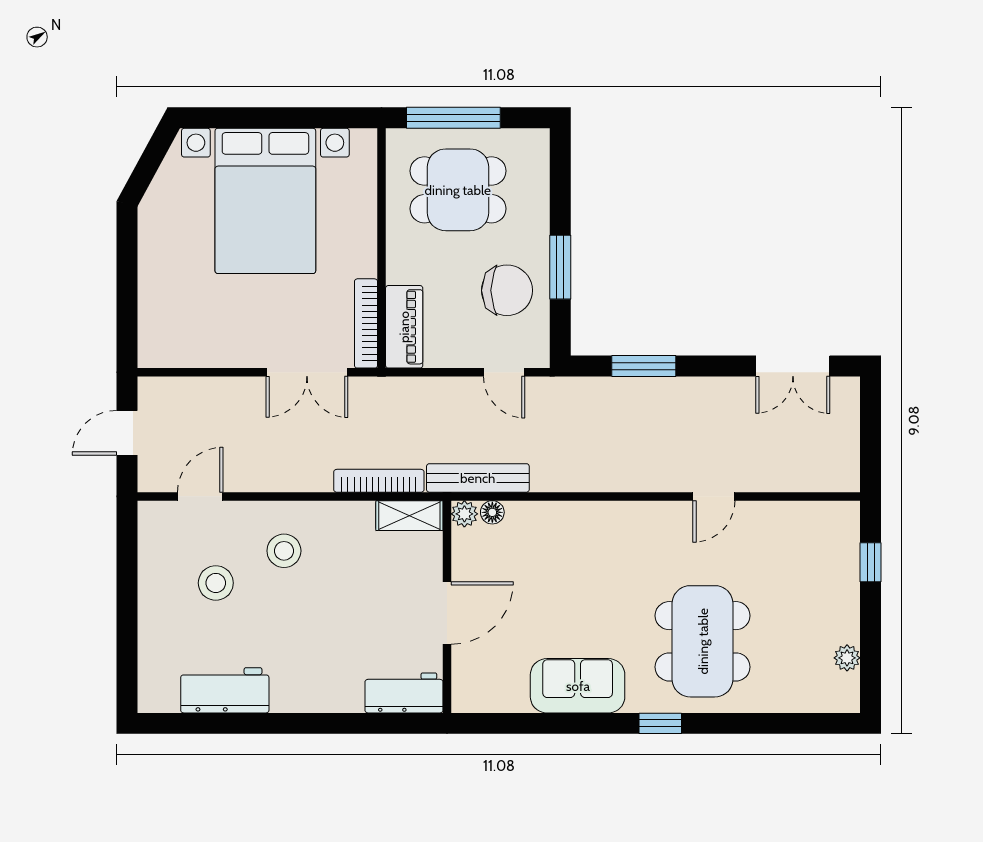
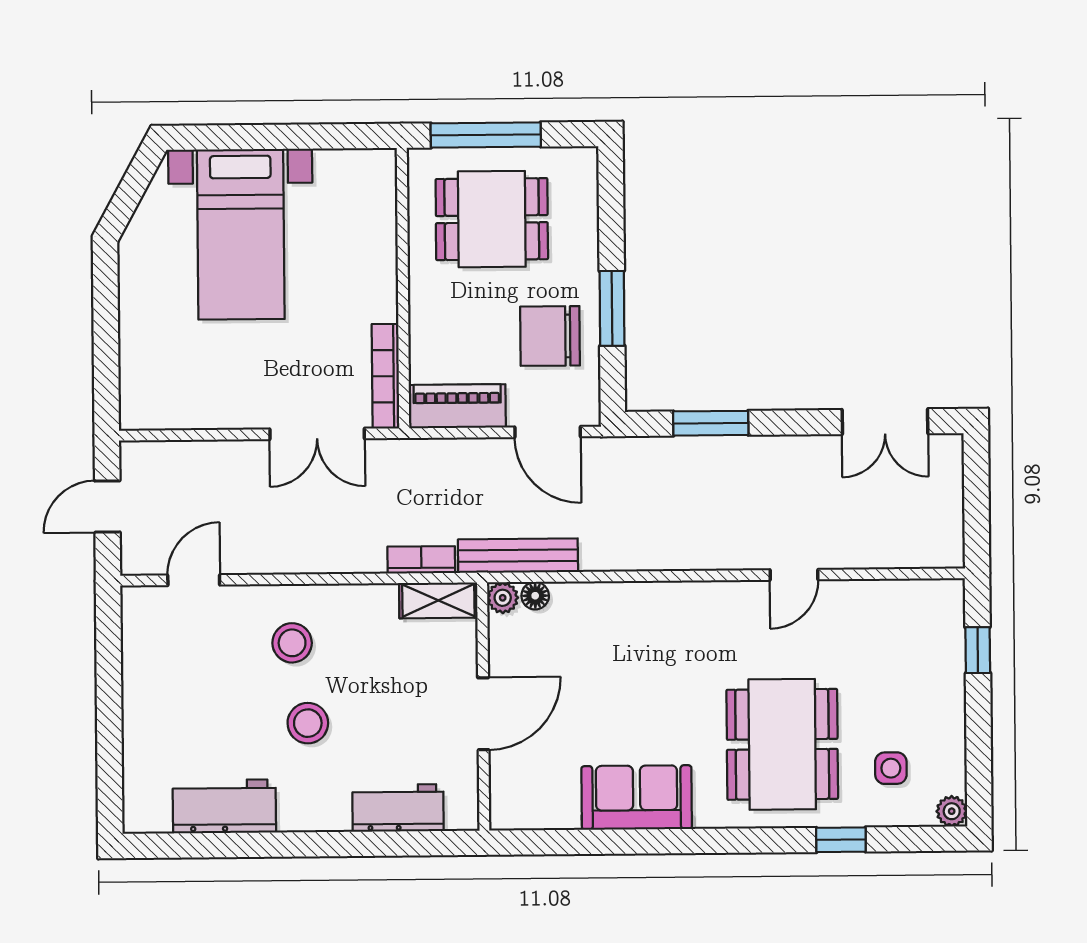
bed with nightstands: (265, 201) -> (241, 234), width x0.73
chair: (507, 290) -> (550, 336), turned 180
piano: (404, 327) -> (457, 406), moved, turned -90
door: (504, 372) -> (548, 432), width x1.38
bookcase: (379, 481) -> (421, 560), width x0.64
stool: (216, 583) -> (308, 723), moved
plant: (847, 658) -> (952, 811), moved
side table: (795, 663) -> (891, 768), added
workbench: (404, 693) -> (398, 808), moved
window: (660, 723) -> (841, 840), moved

